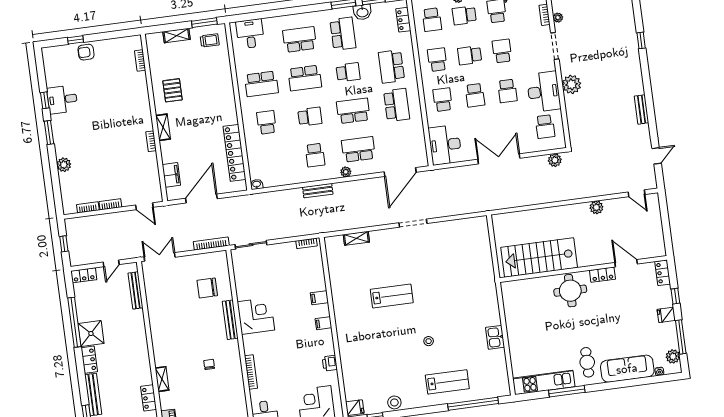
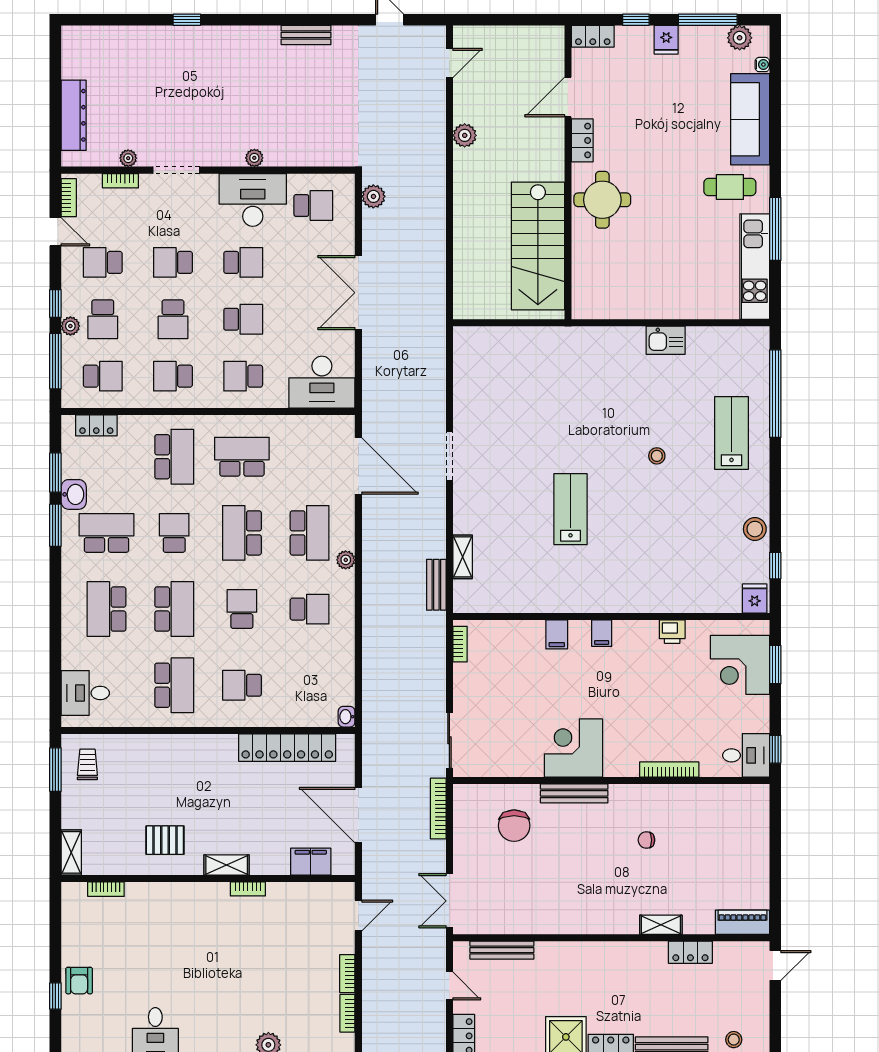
shelving: (177, 36) -> (71, 852), moved
school desk: (391, 66) -> (174, 457), turned -90
plant: (571, 84) -> (254, 158), width x0.53, depth x0.53
school desk: (358, 149) -> (310, 533), turned 180
bench: (318, 191) -> (436, 585), moved

